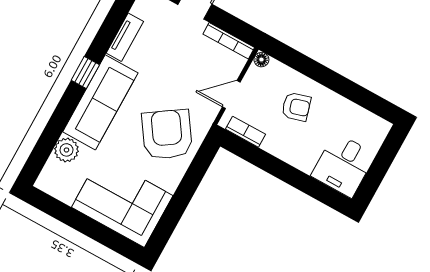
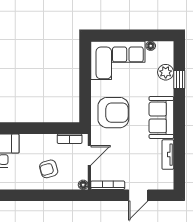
window: (85, 72) -> (179, 79), moved
sofa: (100, 102) -> (161, 117), width x0.73
armchair: (167, 134) -> (113, 113), turned -56
floor lamp: (67, 197) -> (151, 46), added

